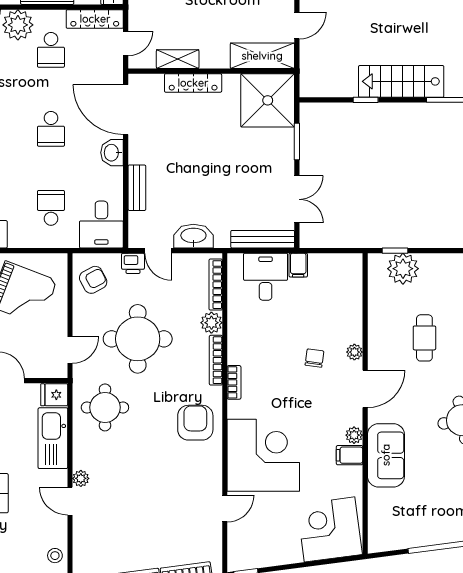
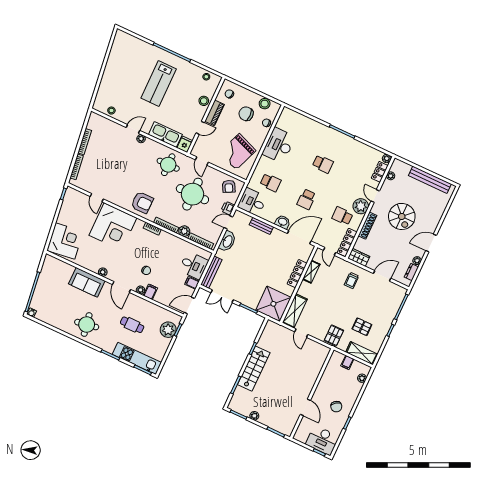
school desk: (51, 129) -> (306, 199), turned -90
door: (341, 251) -> (189, 305), added
filing cabinet: (350, 455) -> (150, 292), moved

